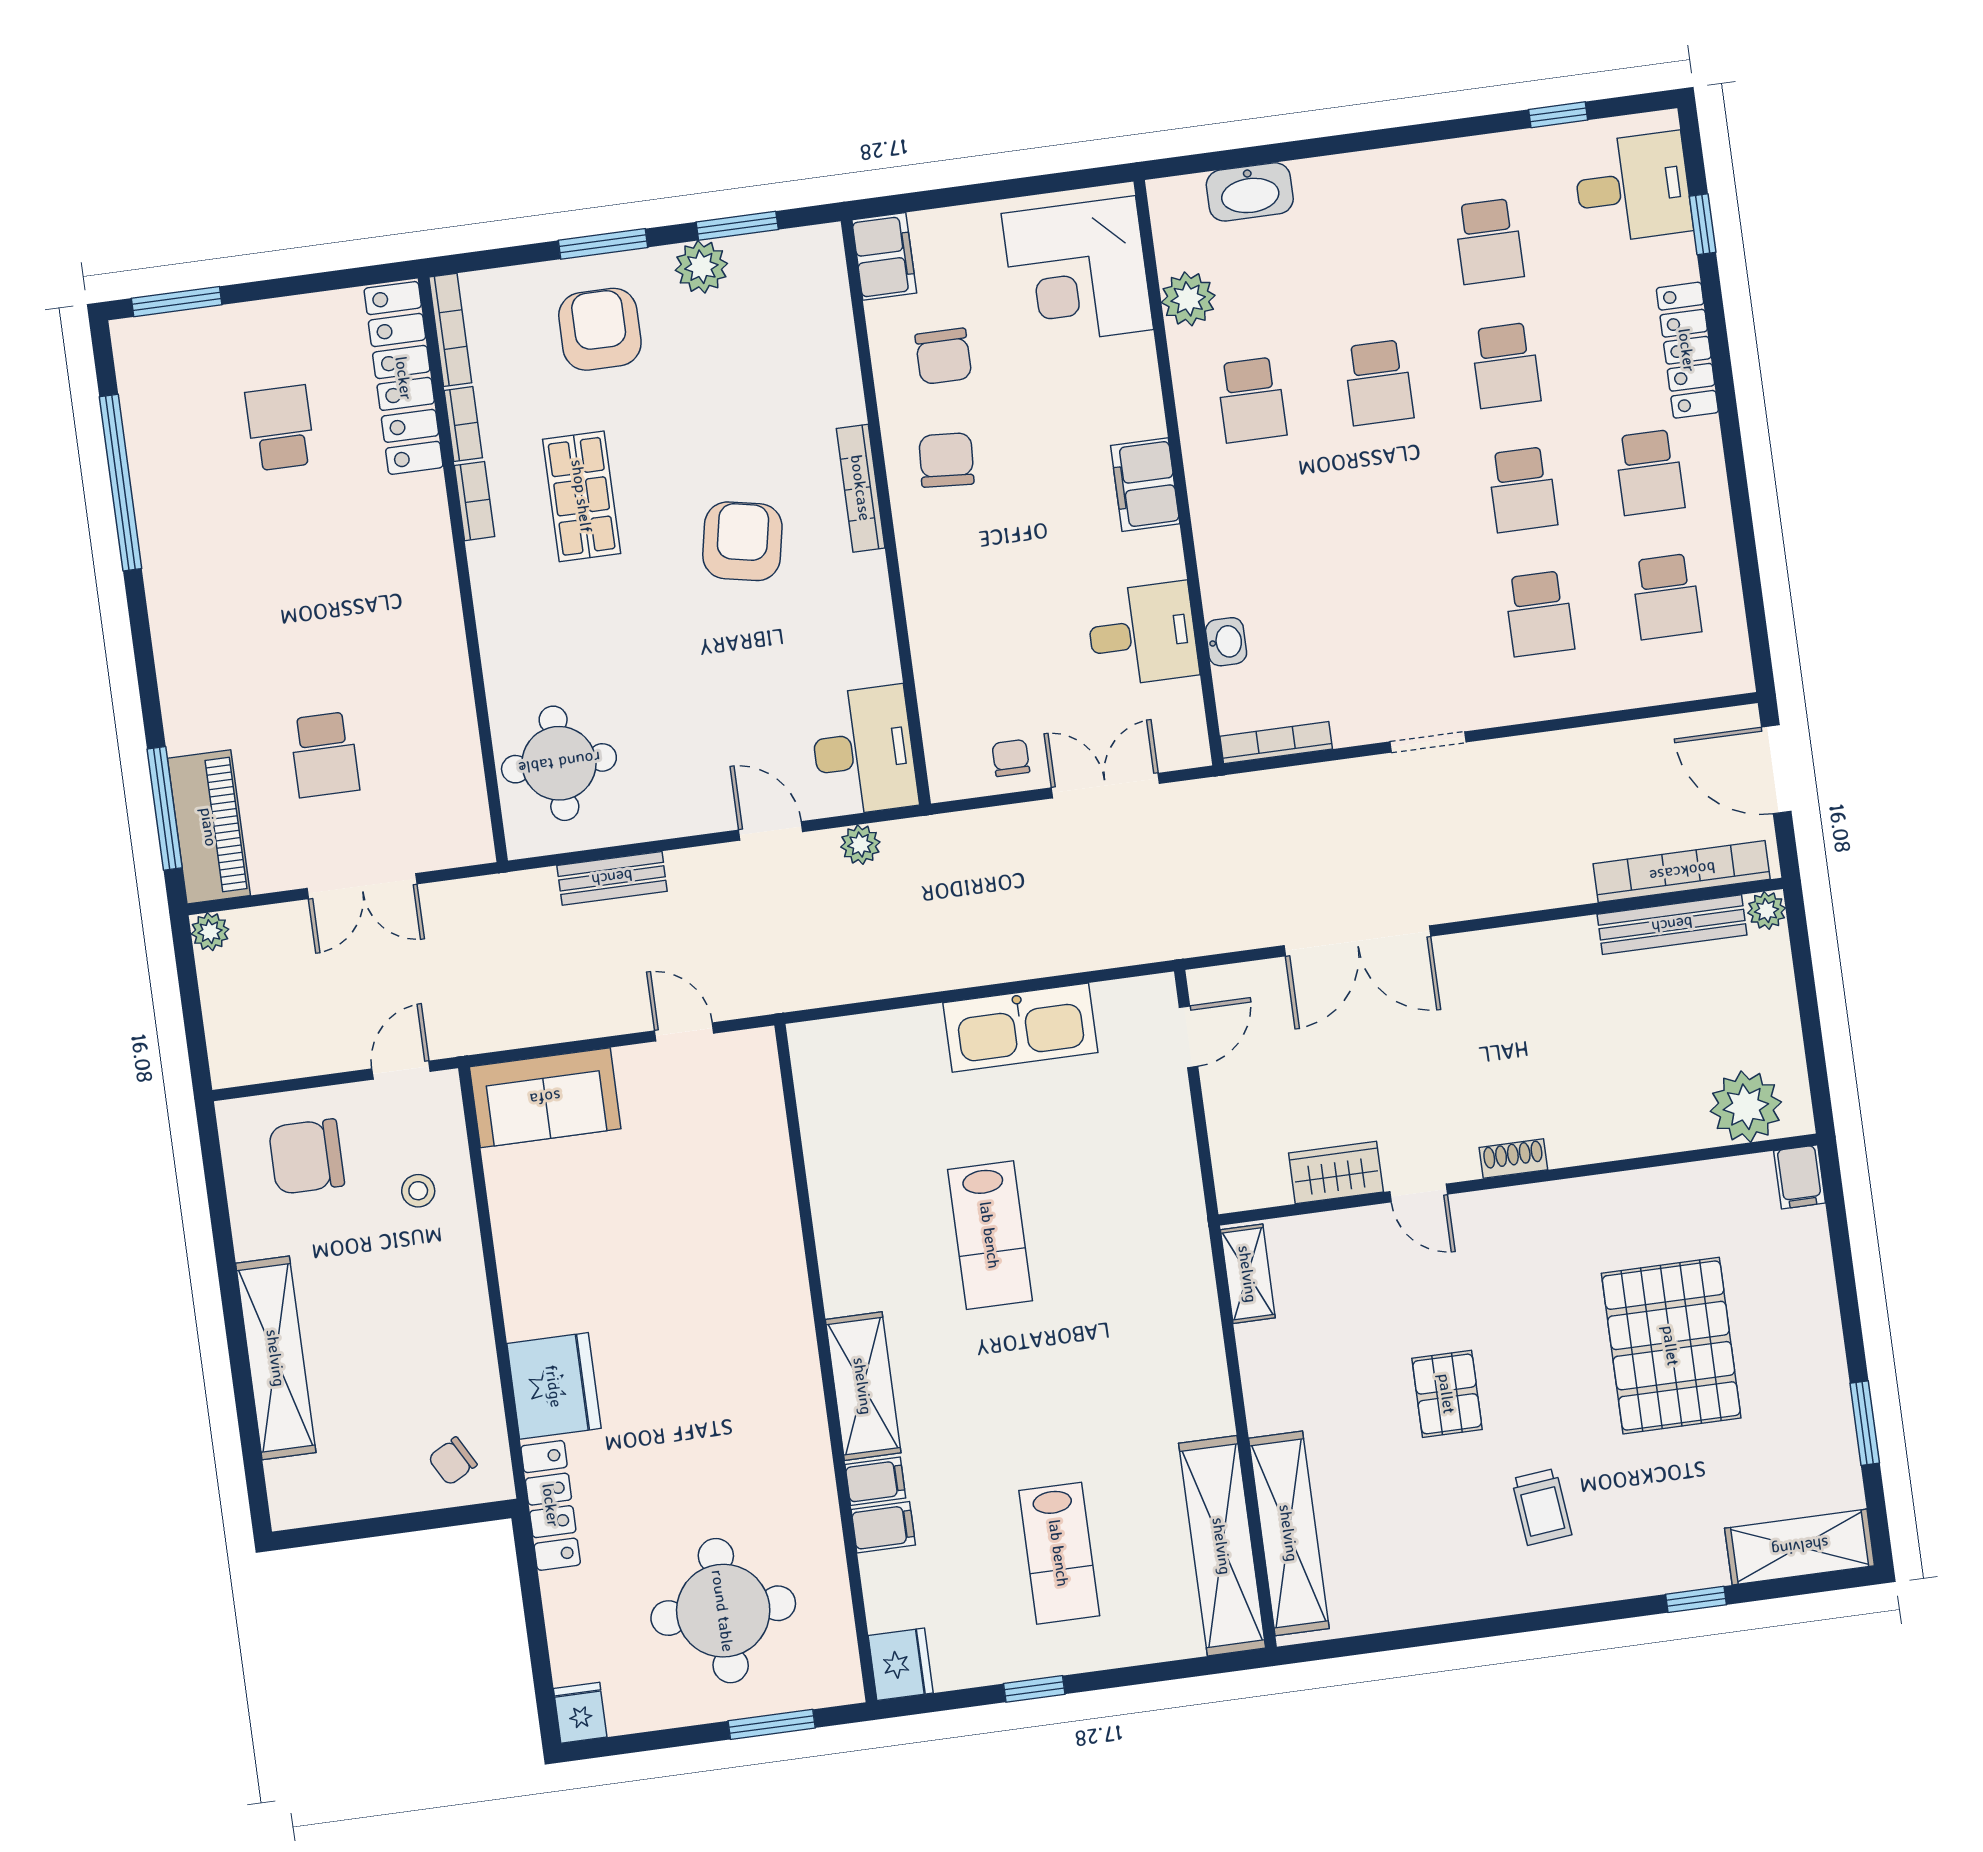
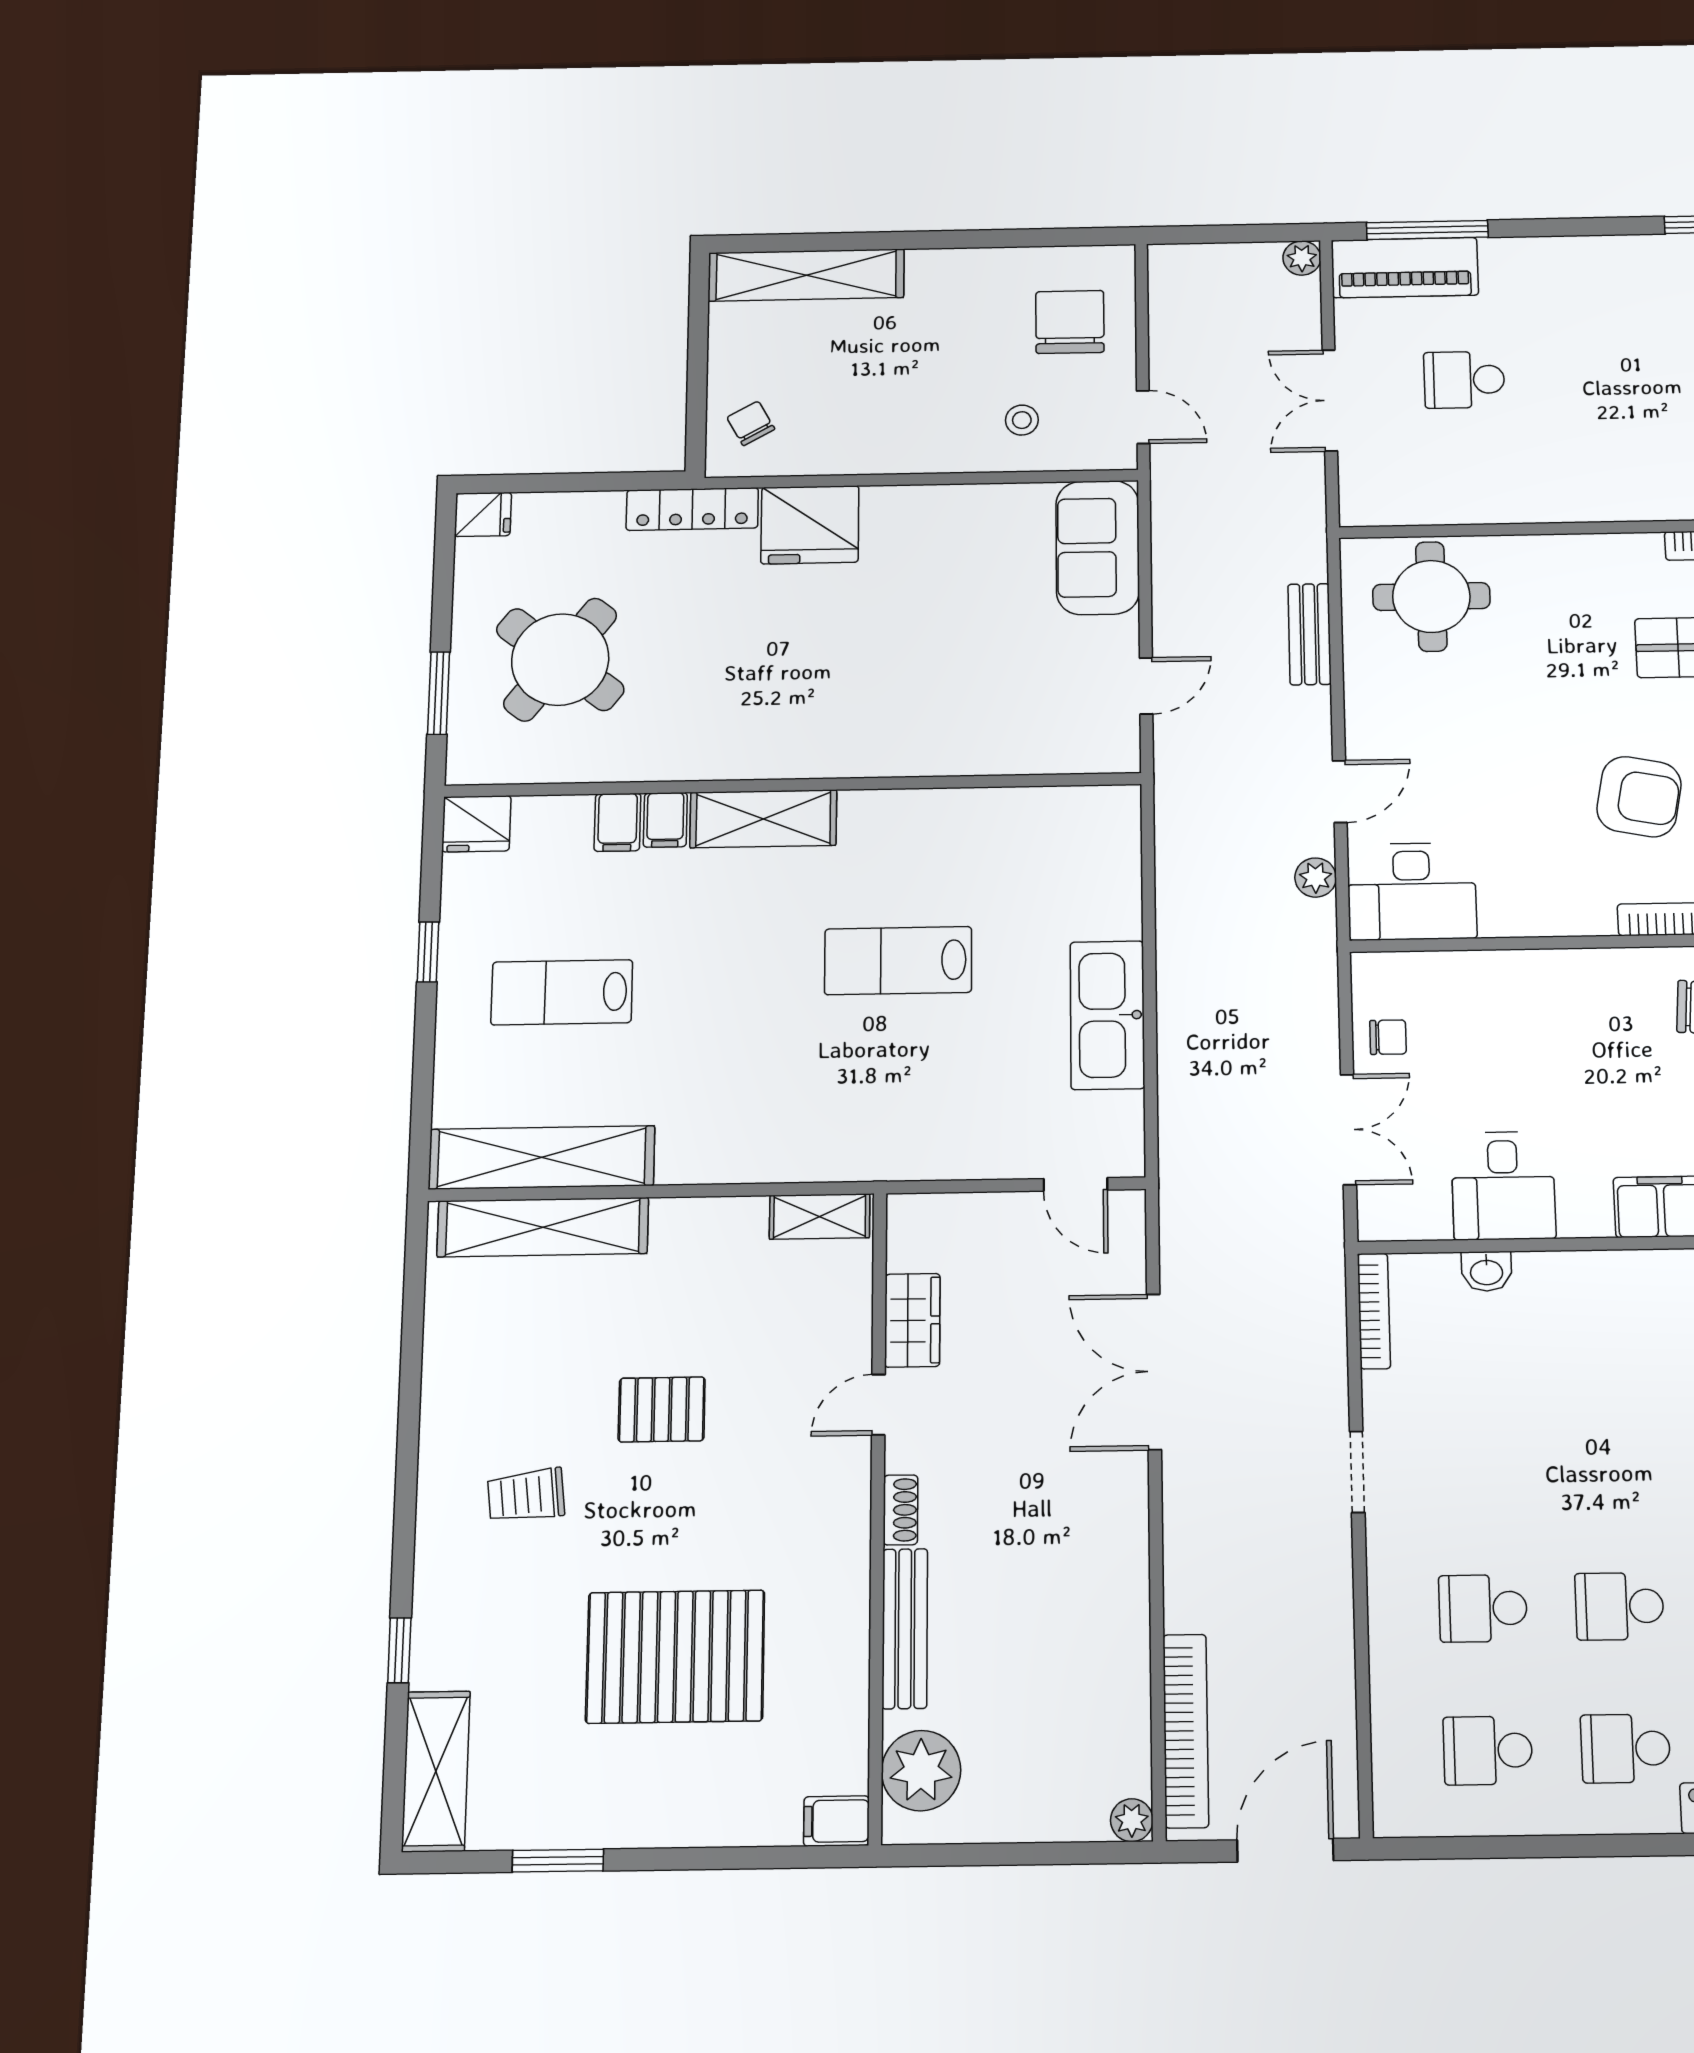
bench: (1672, 925) -> (905, 1628), moved
shelving: (276, 1358) -> (806, 275), moved
round table: (723, 1611) -> (560, 660), turned 38

